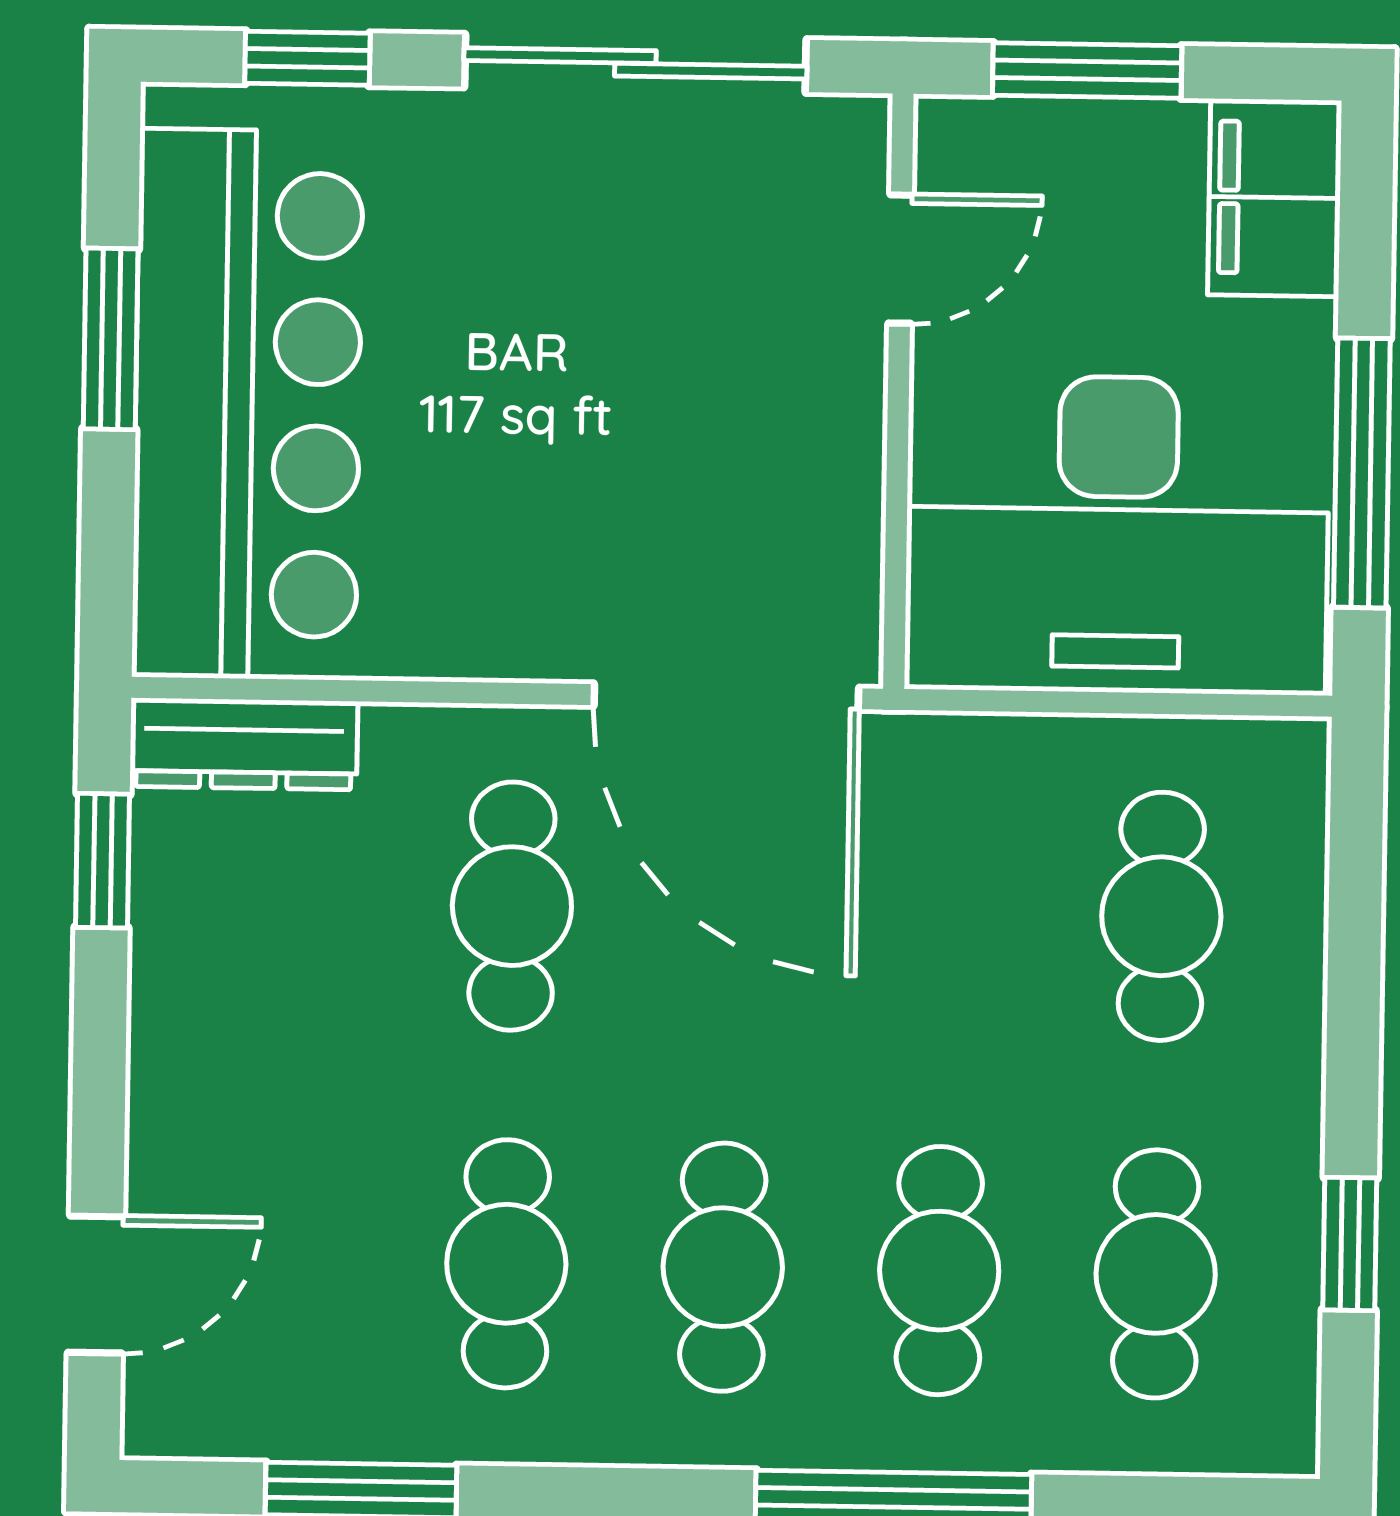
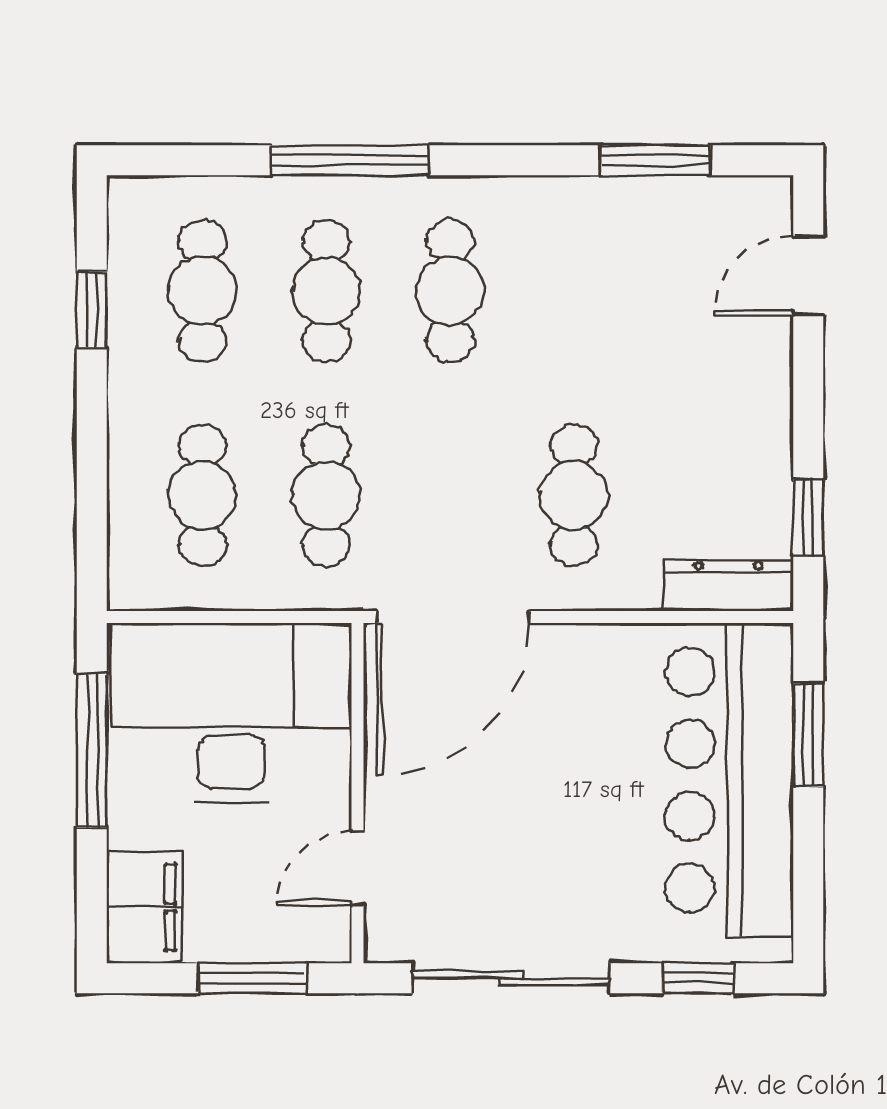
window: (111, 339) -> (808, 735), moved
door: (726, 697) -> (453, 617), swing flipped
cafe table: (506, 1264) -> (326, 495), moved

